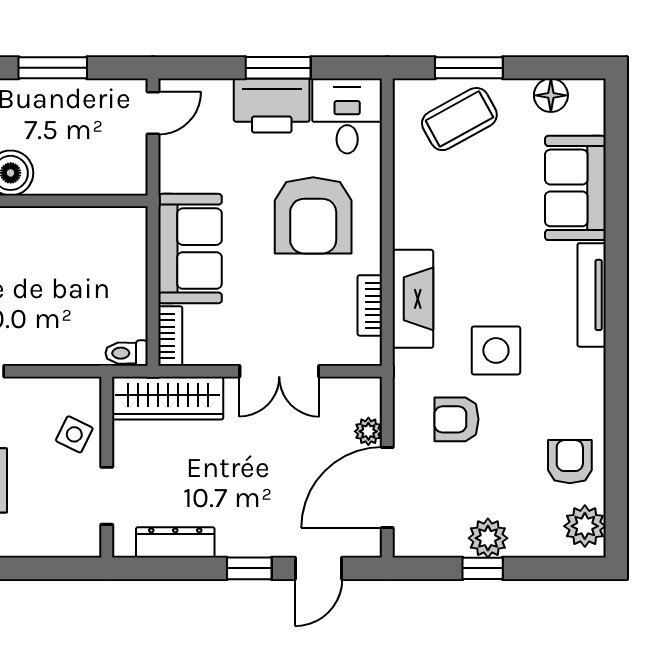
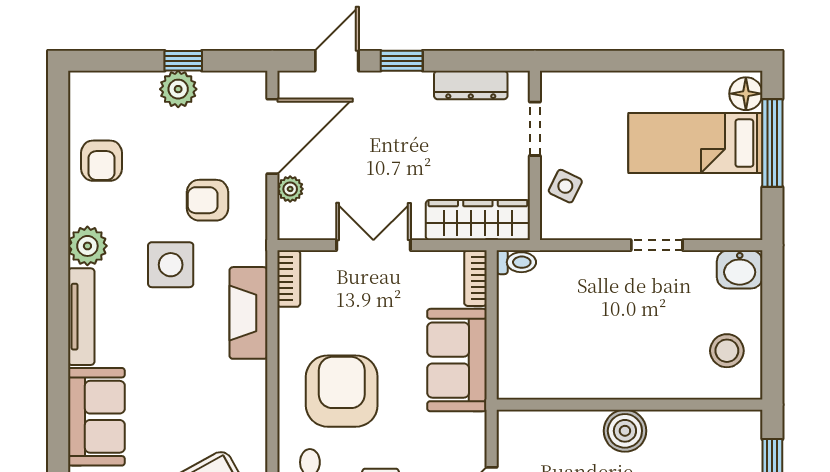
bookcase: (370, 305) -> (289, 279), moved
armchair: (457, 419) -> (208, 200), turned 180
plant: (585, 526) -> (87, 246), moved

